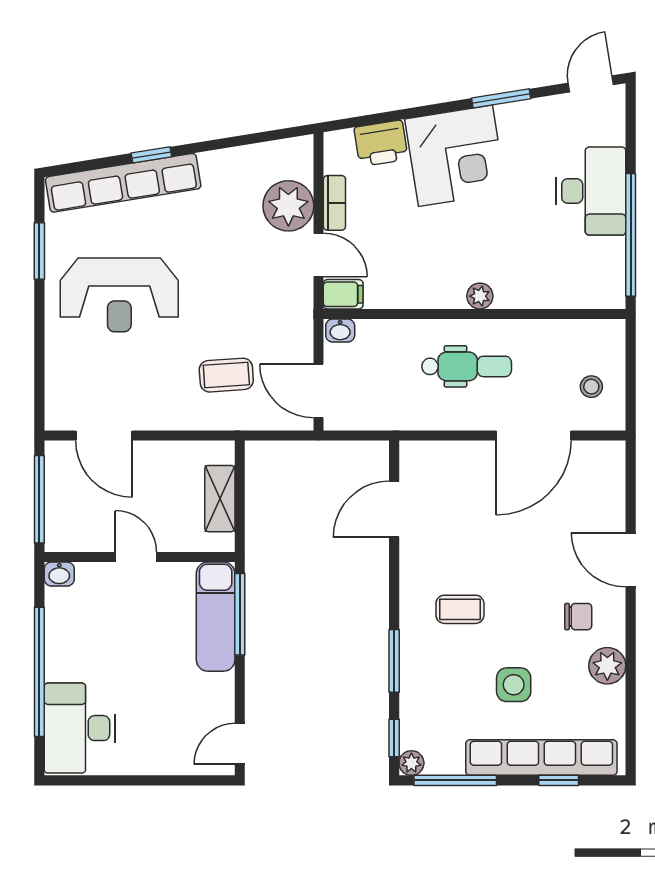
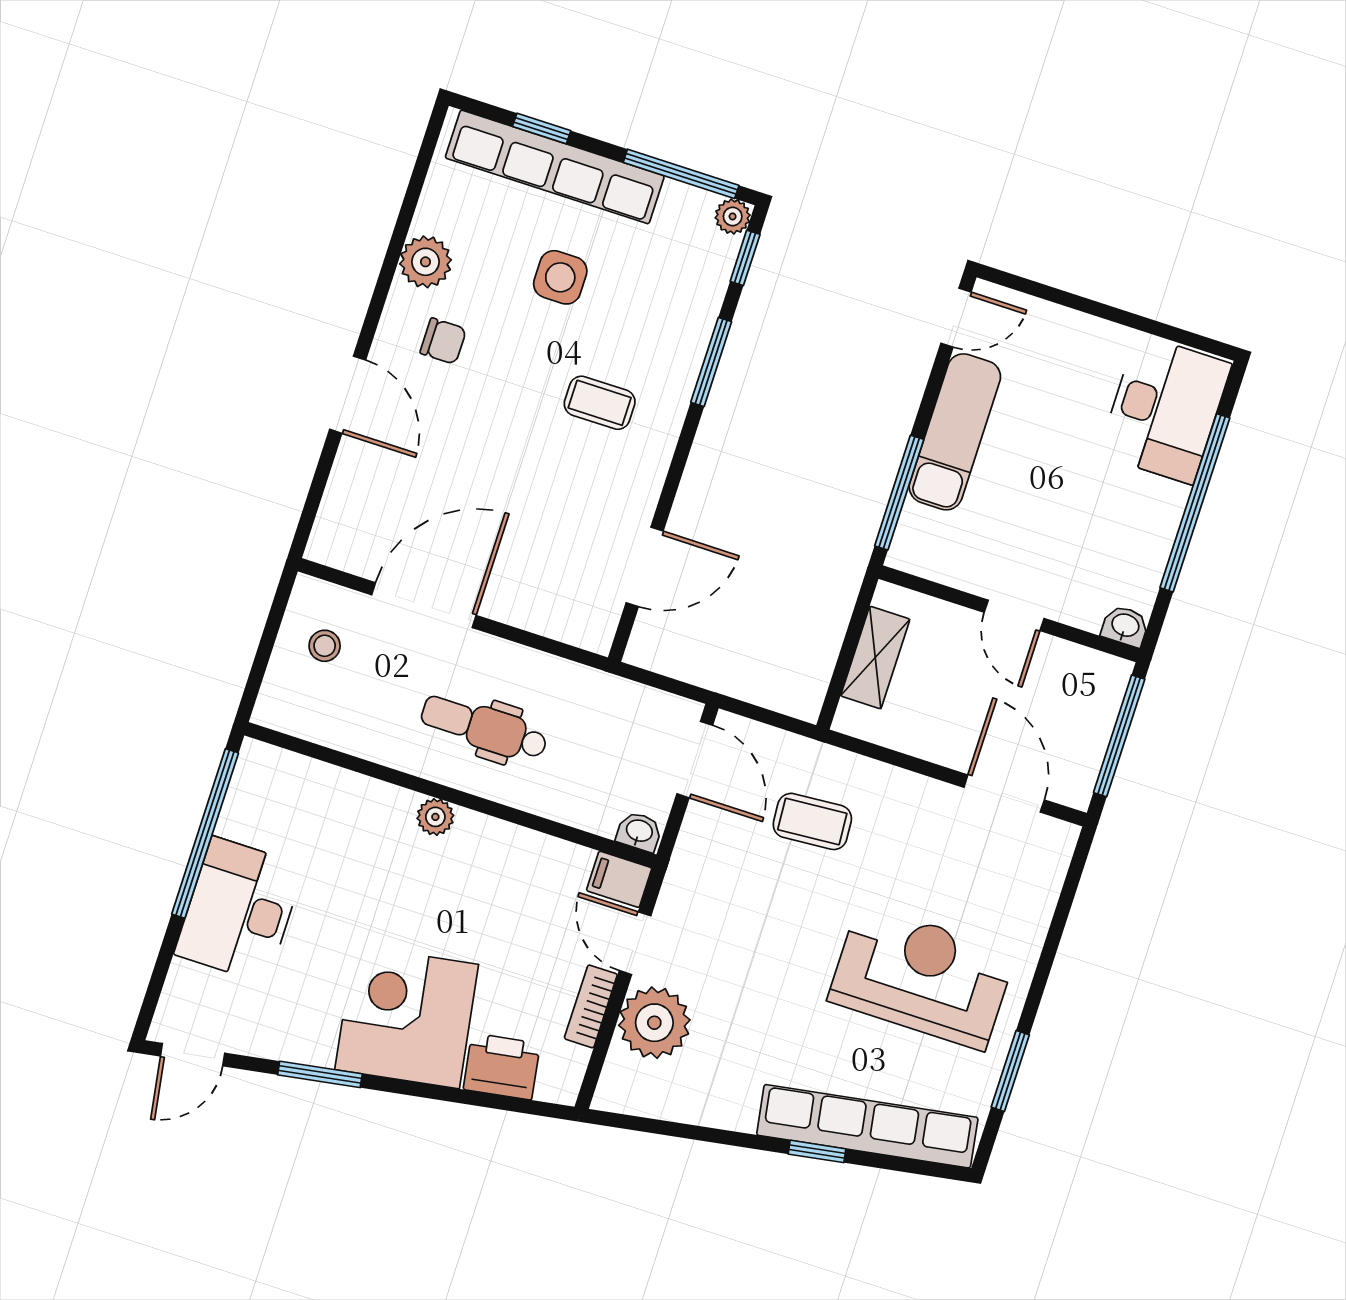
exam couch: (216, 617) -> (955, 432), moved
chair: (578, 617) -> (443, 341), turned 180

